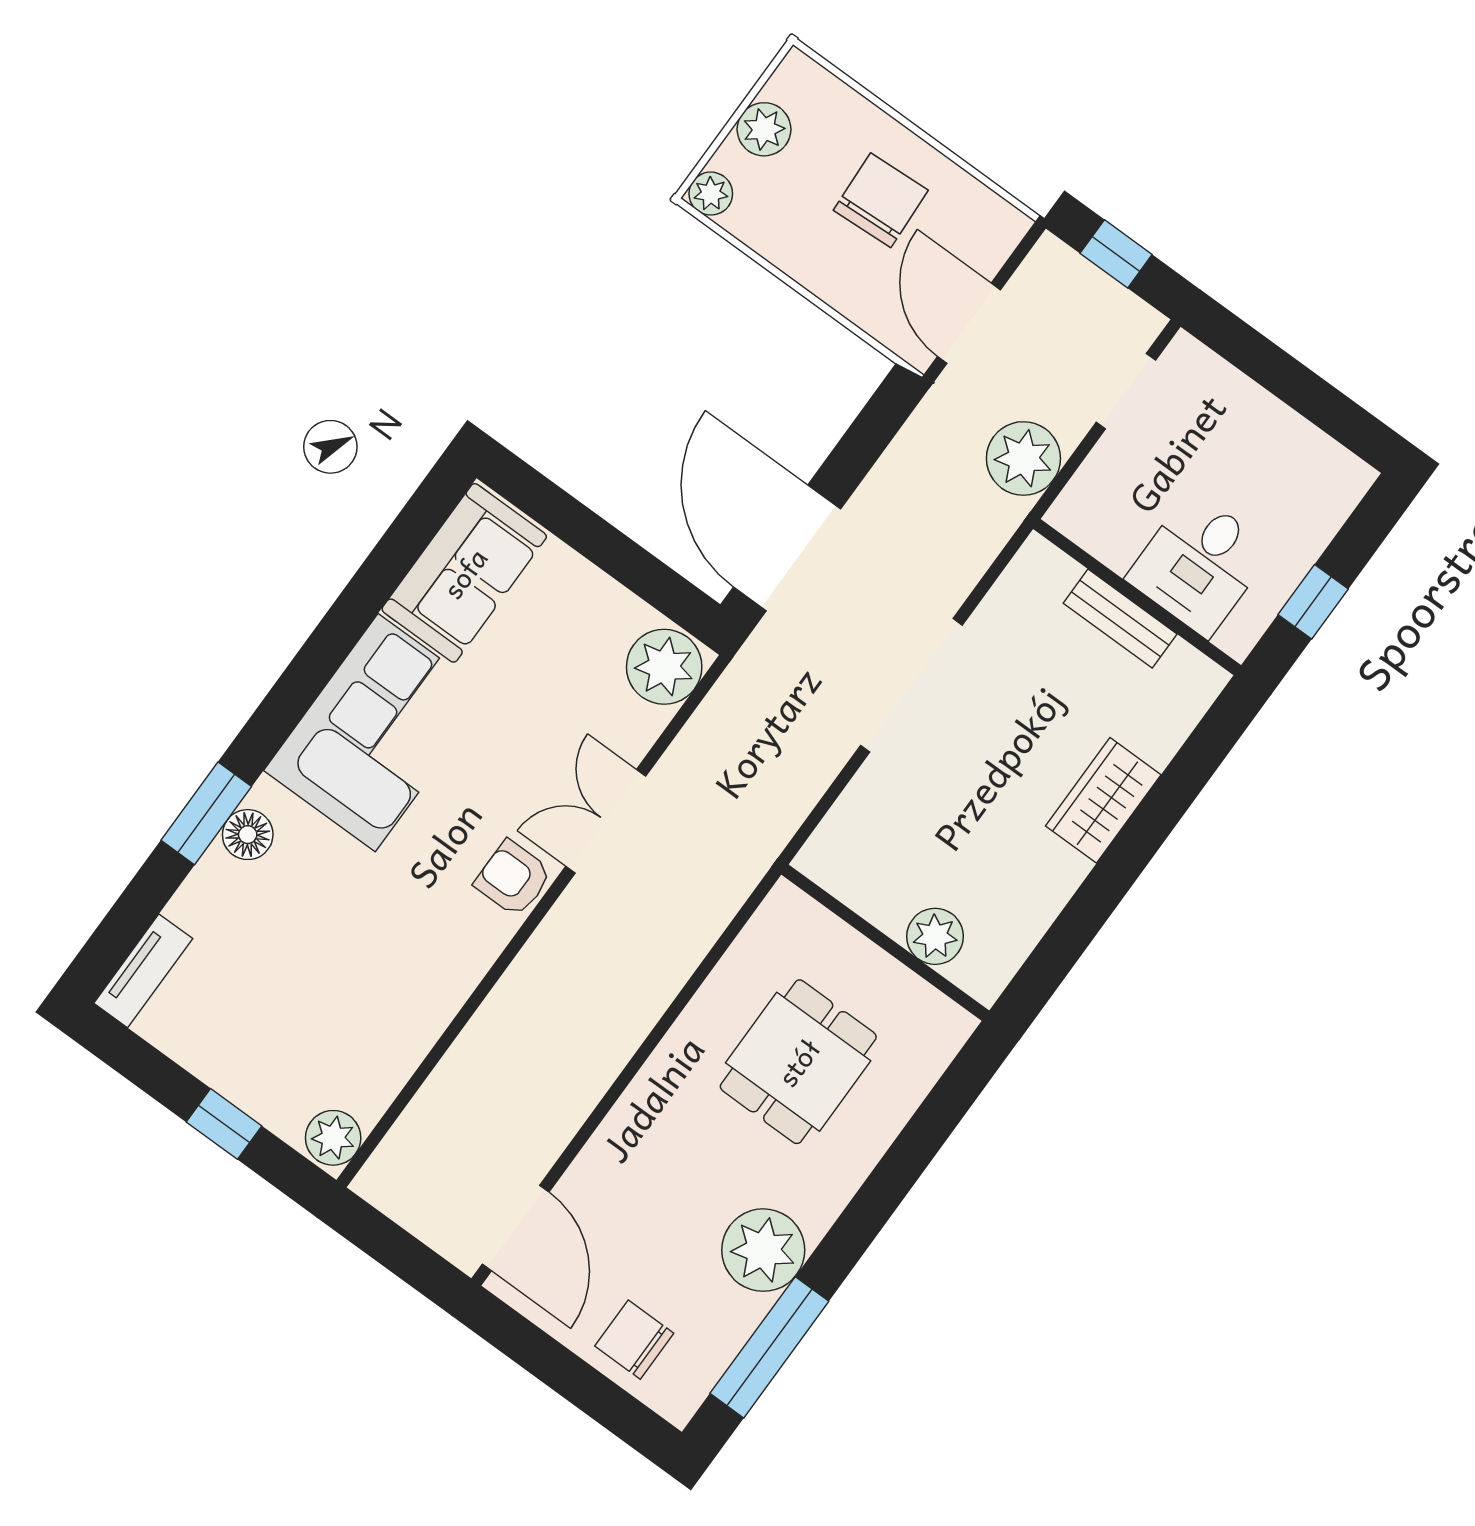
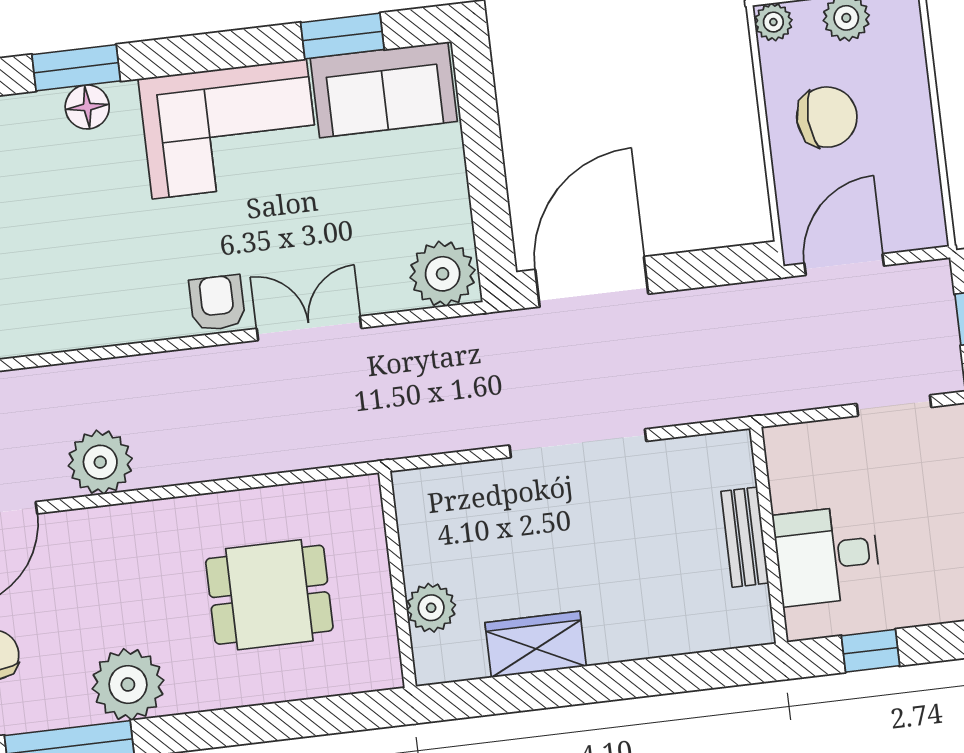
chair: (881, 200) -> (827, 117), moved
plant: (1023, 458) -> (100, 462), moved
window: (387, 566) -> (342, 36), added
wardrobe: (1103, 800) -> (536, 644), moved

